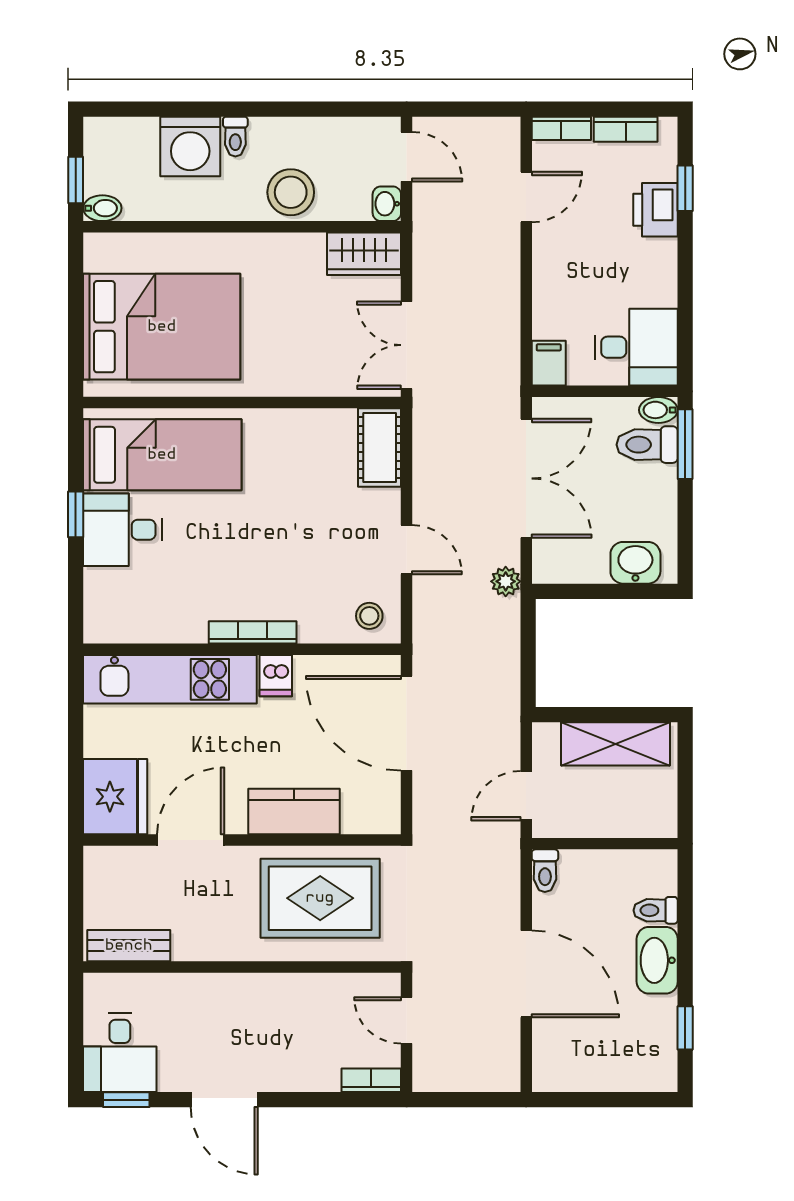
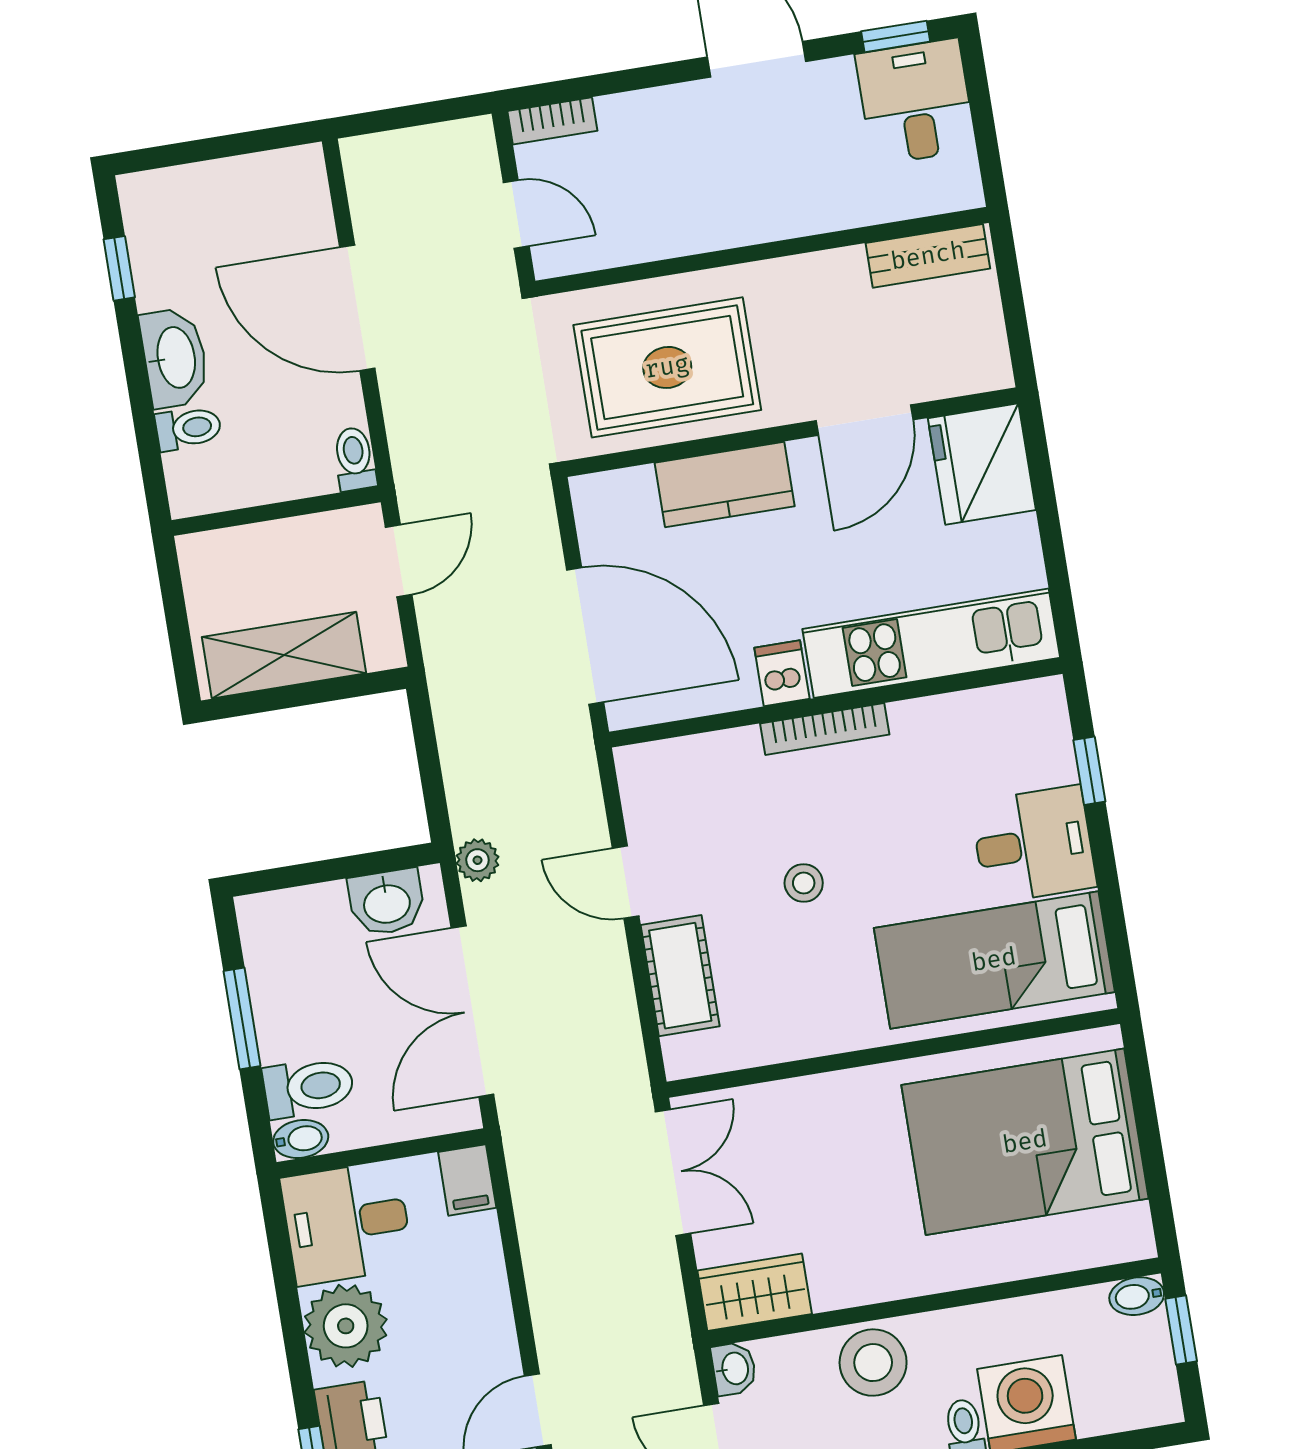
plant: (649, 277) -> (346, 1326), added
window: (685, 444) -> (242, 1019), moved
cot: (380, 447) -> (680, 976), moved
window: (76, 514) -> (1089, 771), moved
washbasin: (635, 563) -> (387, 902), moved
stool: (369, 616) -> (804, 883), moved

